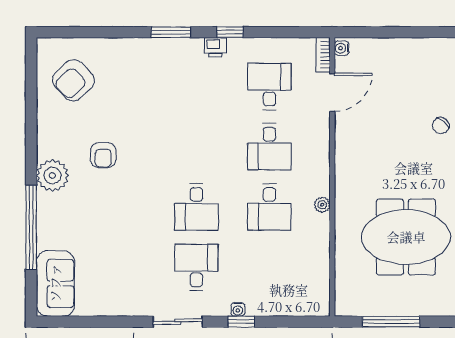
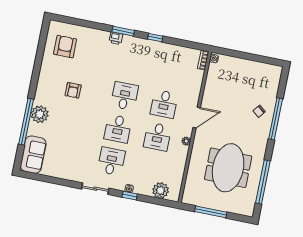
printer: (215, 47) -> (116, 38), moved
armchair: (73, 80) -> (65, 47), turned 134
desk: (269, 86) -> (124, 96), moved
door: (332, 92) -> (197, 118), moved
plant: (52, 175) -> (40, 114), moved
meeting table: (406, 237) -> (228, 168), turned 90
plant: (294, 301) -> (161, 190), added

